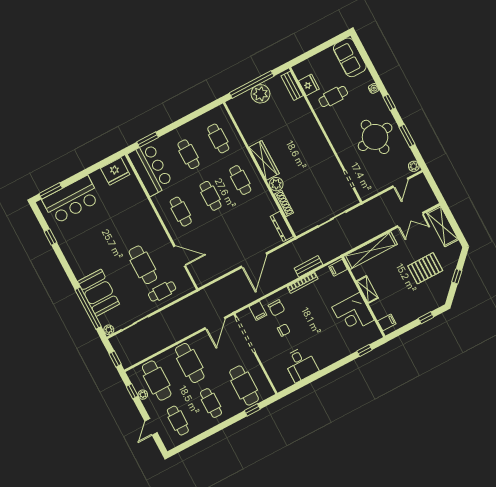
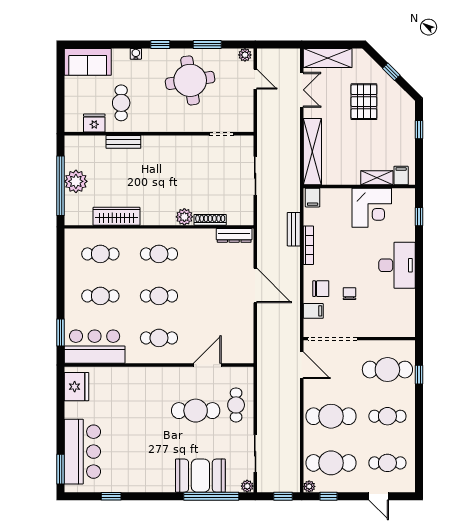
bench: (292, 86) -> (123, 142), moved
wardrobe: (264, 160) -> (117, 216), moved
shelving: (367, 289) -> (377, 178), moved
desk: (301, 364) -> (397, 265), moved, width x1.37
plant: (143, 395) -> (309, 486), moved

